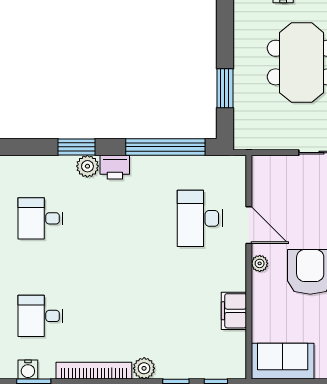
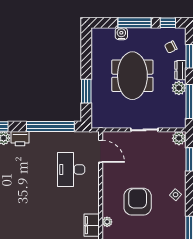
door: (249, 225) -> (101, 151), moved
plant: (260, 263) -> (107, 222), moved

